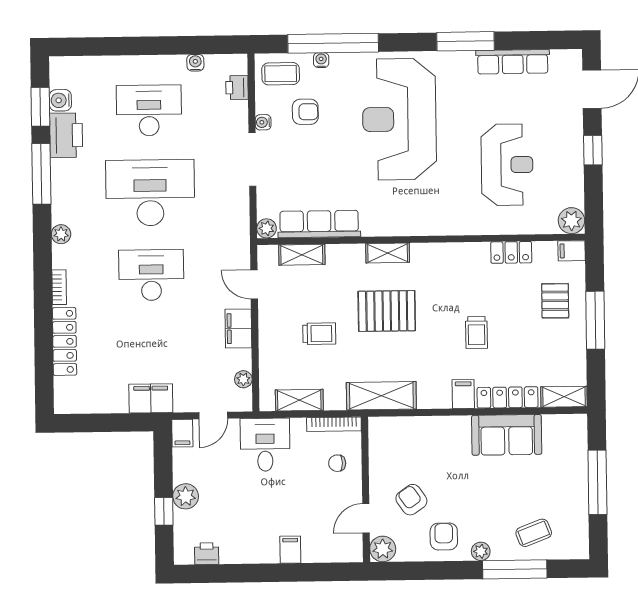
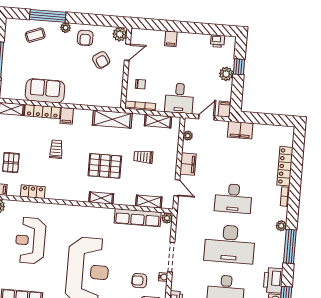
window: (41, 174) -> (290, 246), moved

